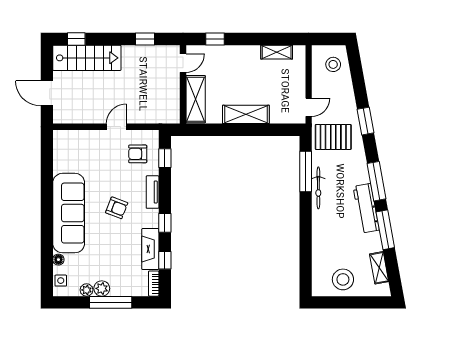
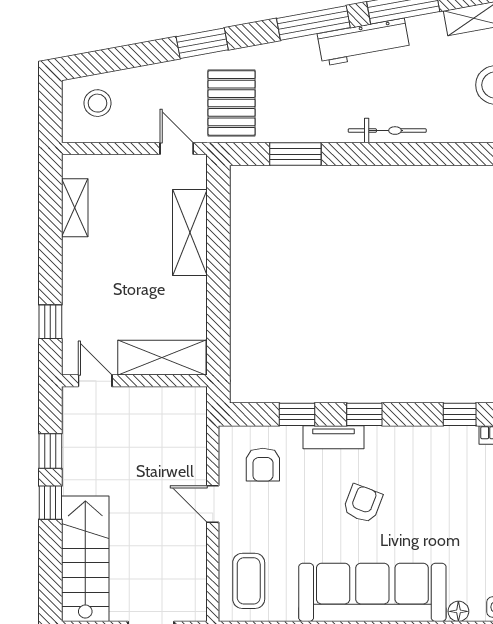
window: (76, 39) -> (50, 503), moved
shelving: (246, 114) -> (190, 233), moved
coffee table: (75, 146) -> (249, 581), added
window: (165, 158) -> (297, 414), moved
window: (306, 171) -> (295, 154), width x0.69
bicycle: (318, 188) -> (387, 131), moved
window: (165, 223) -> (364, 414), moved
fireplace: (150, 249) -> (439, 441), removed

